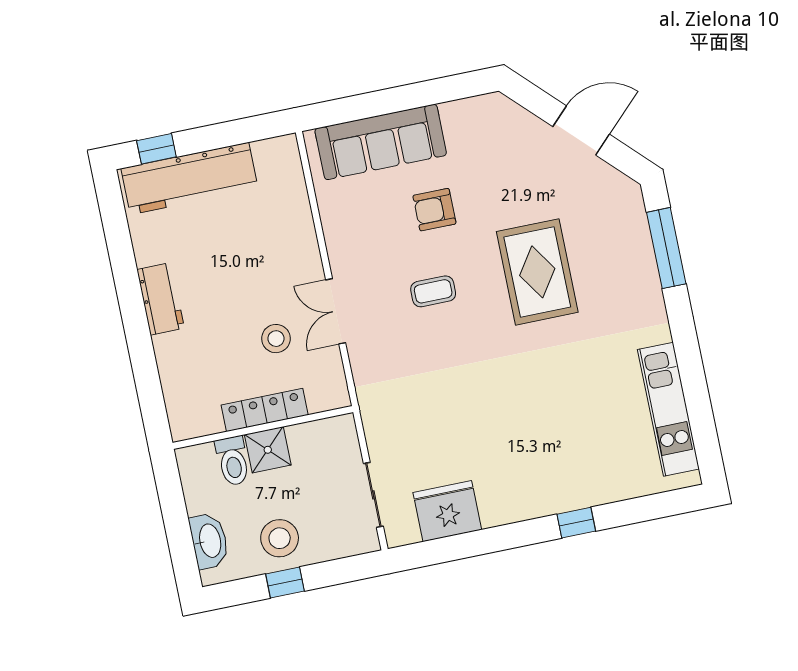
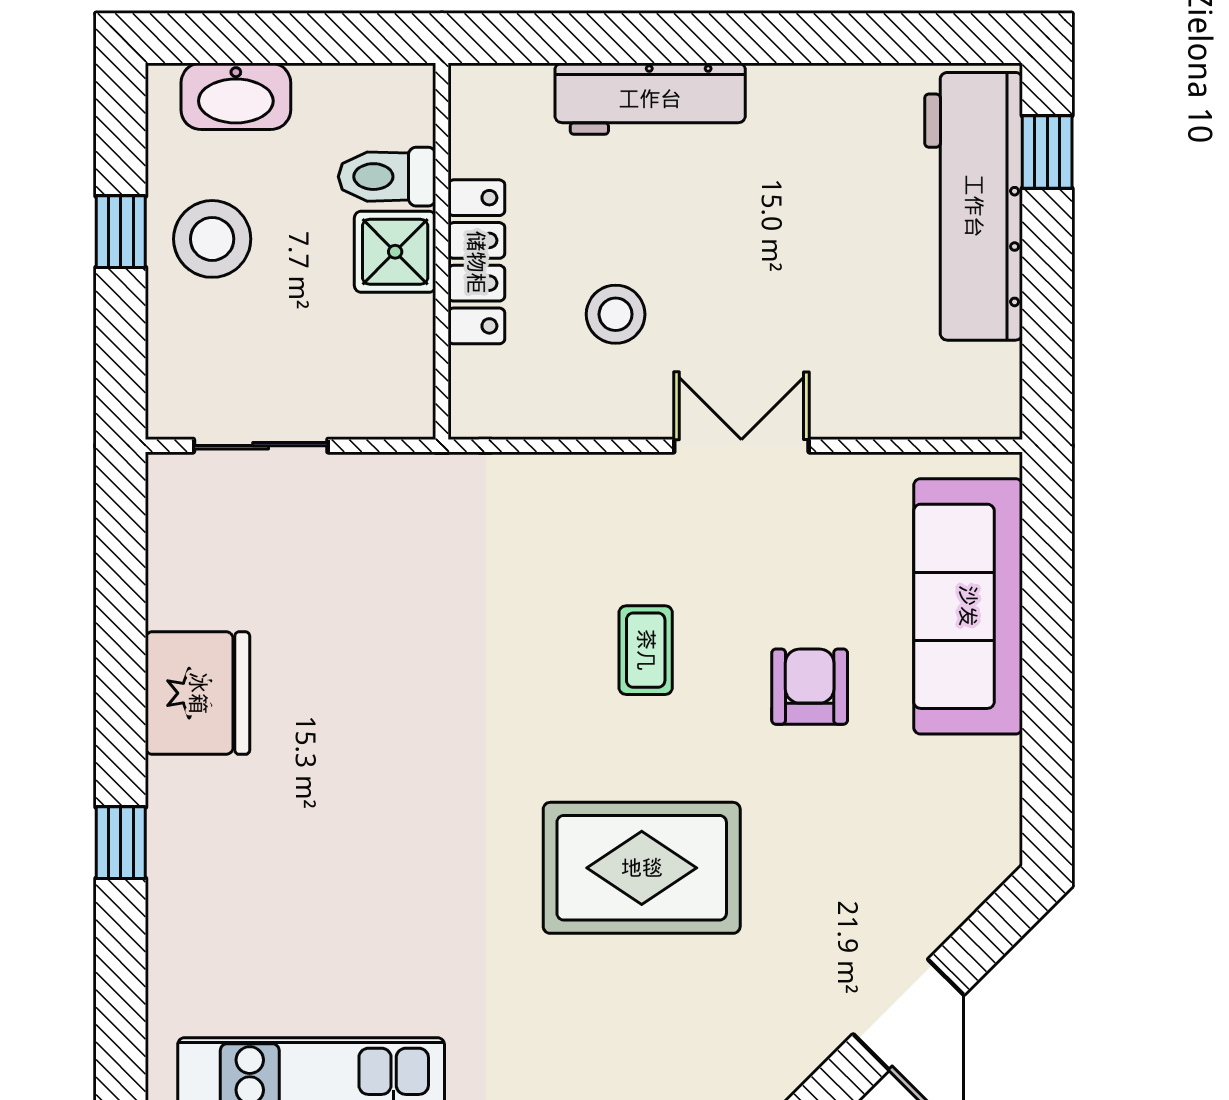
workbench: (161, 299) -> (650, 99), moved, width x1.38
double door: (336, 311) -> (741, 446), moved
fridge: (447, 511) -> (198, 693), moved

